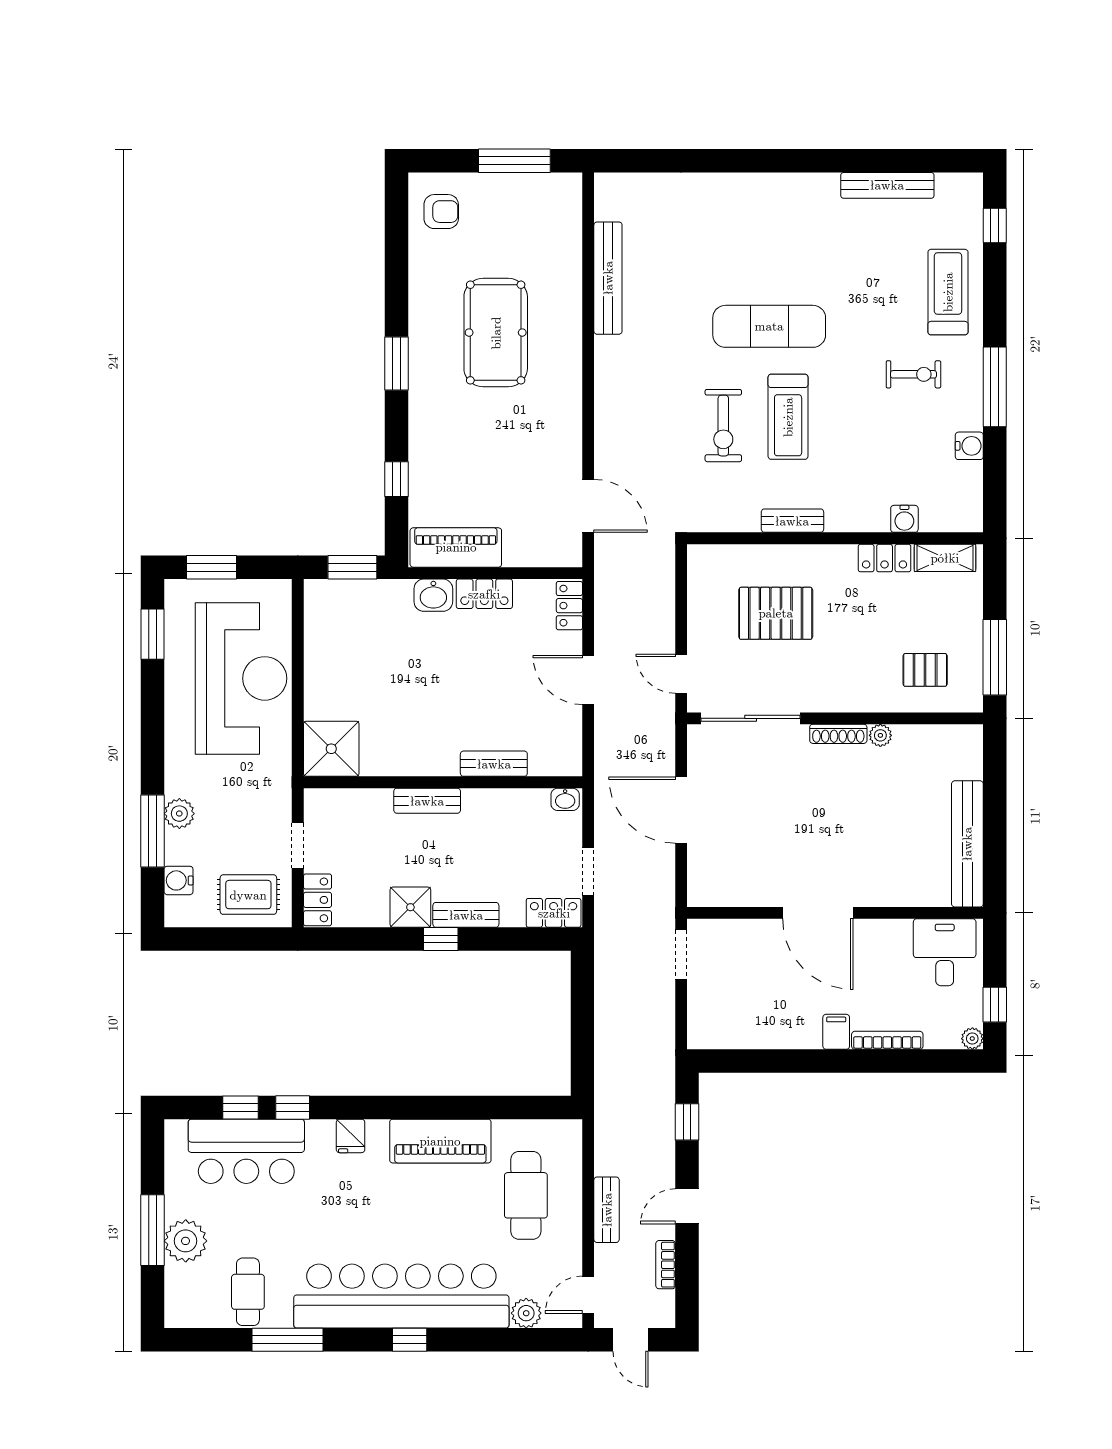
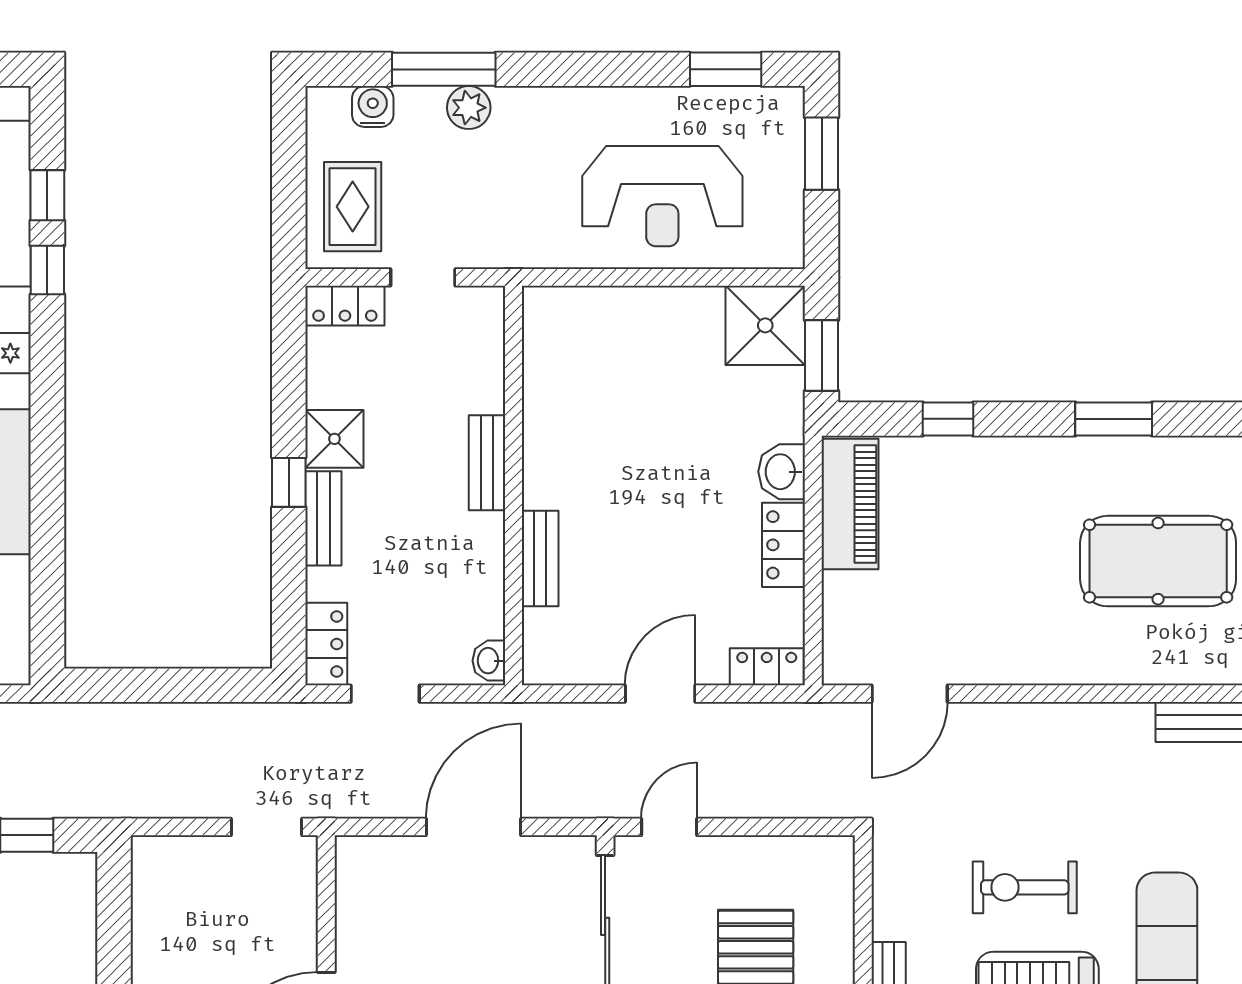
reception desk: (241, 678) -> (662, 196), width x0.74, depth x0.77
shower: (331, 749) -> (765, 325), moved

